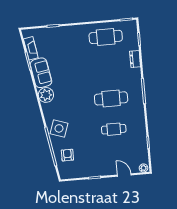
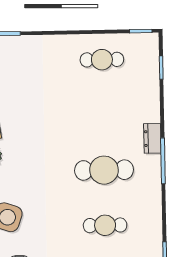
cafe table: (106, 37) -> (102, 60), width x0.73, depth x0.74
dresser: (135, 59) -> (152, 138), moved

